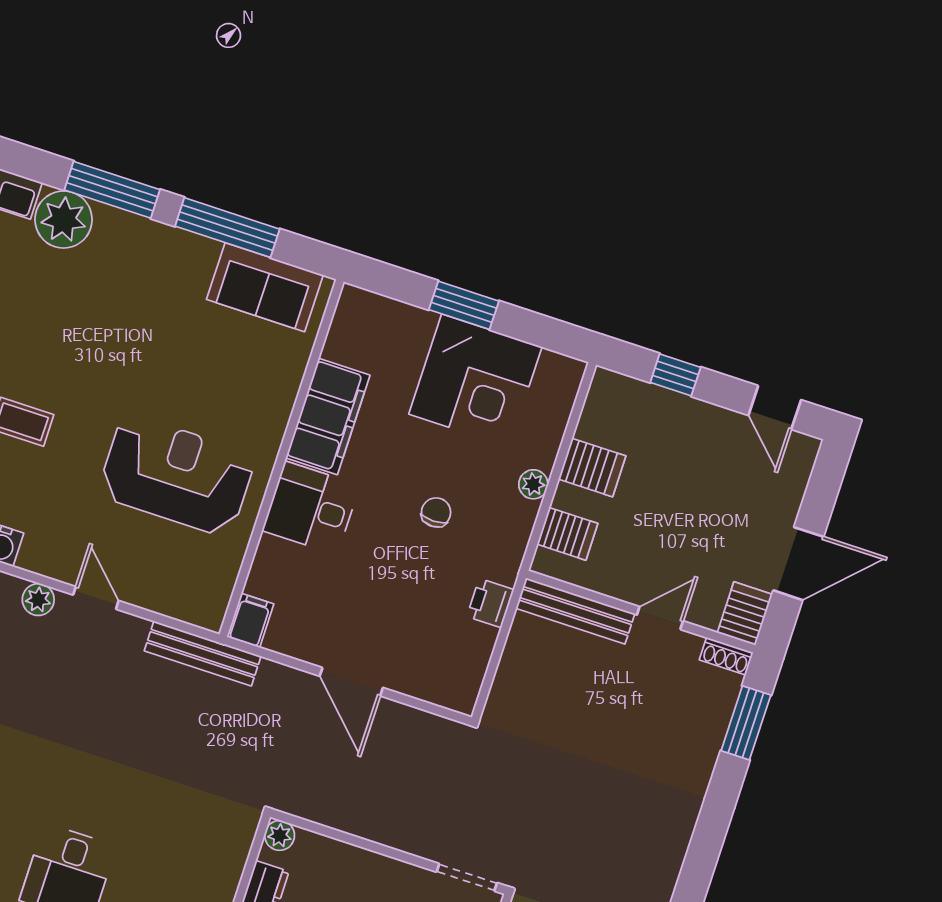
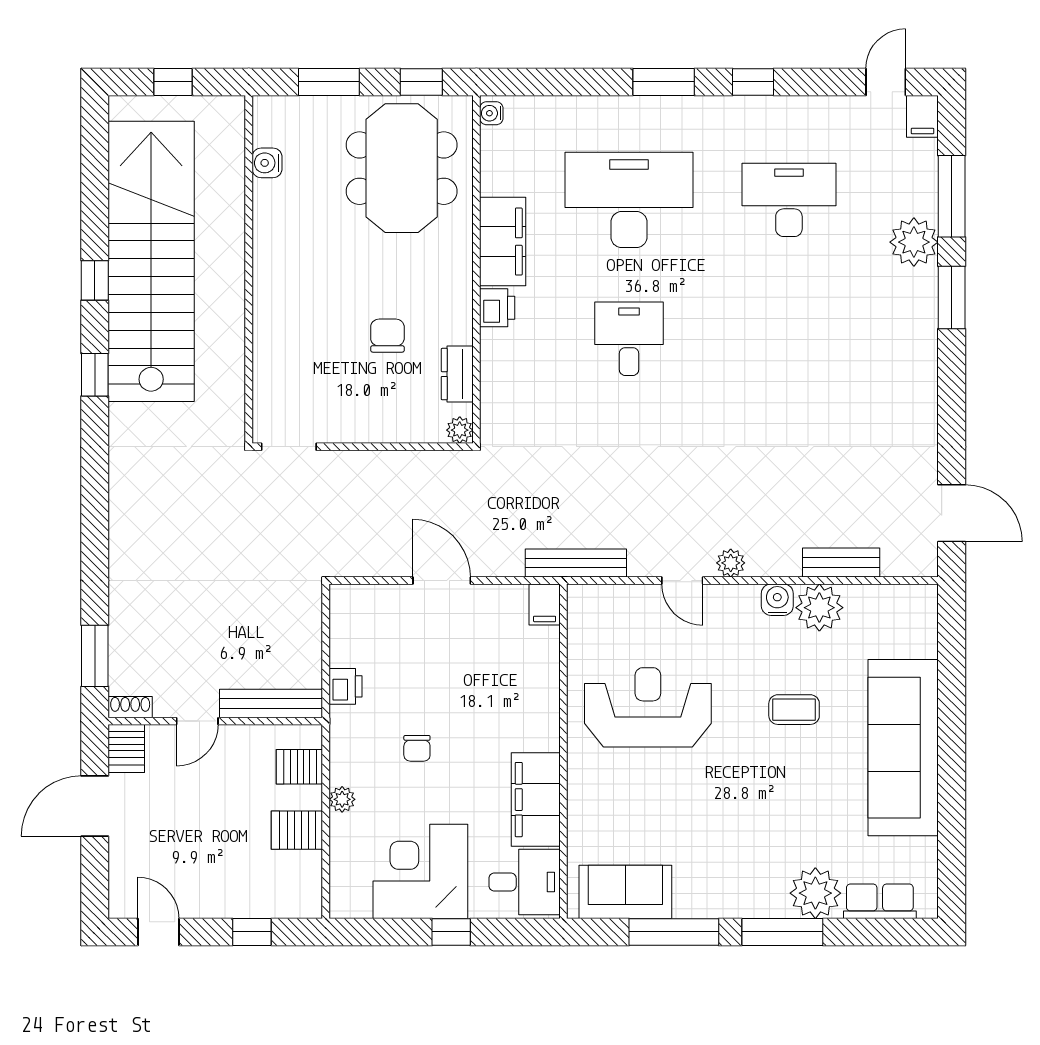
window: (464, 305) -> (451, 932), width x0.67
reception desk: (177, 475) -> (648, 707), turned 180
desk: (311, 508) -> (525, 882), moved

